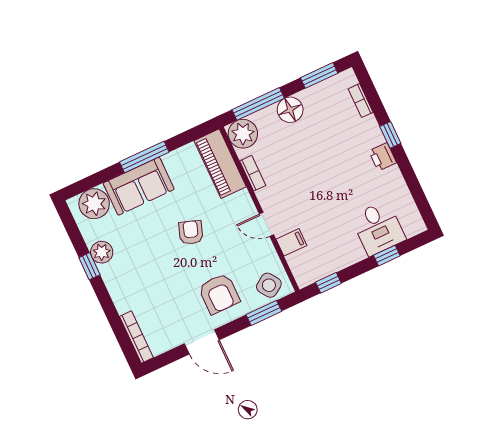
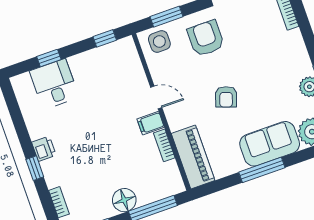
plant: (243, 134) -> (170, 182), removed
filing cabinet: (291, 242) -> (151, 123), moved
side table: (269, 285) -> (159, 41), turned 35

